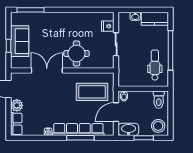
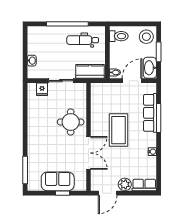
kitchen counter: (155, 19) -> (90, 71), moved, turned -90
double door: (47, 71) -> (88, 153), swing flipped
coffee table: (92, 92) -> (118, 130), moved
door: (116, 112) -> (132, 81), swing flipped
row of seats: (78, 129) -> (150, 113), width x0.73

